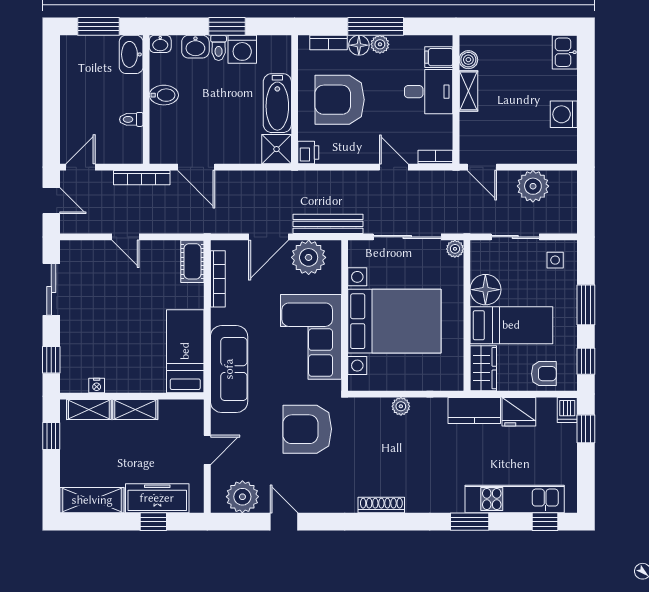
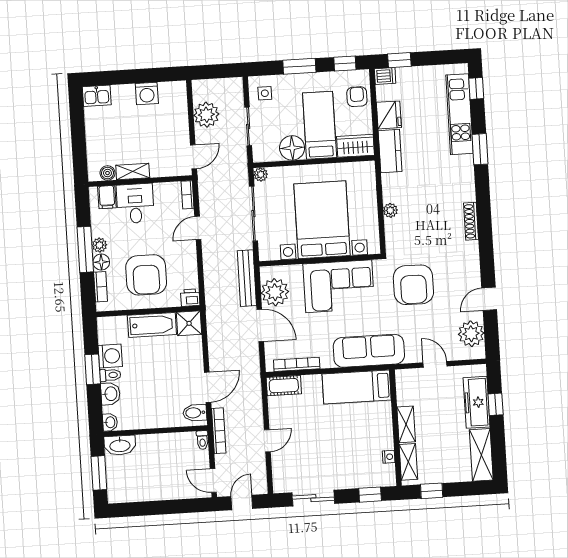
bidet: (164, 95) -> (195, 413), moved, turned -90
toilet: (131, 119) -> (202, 440), moved

